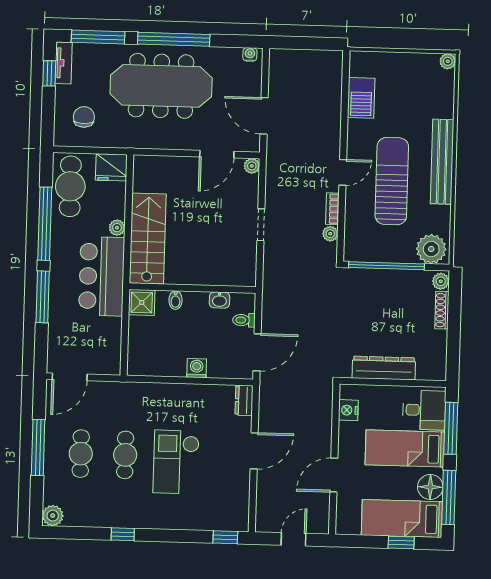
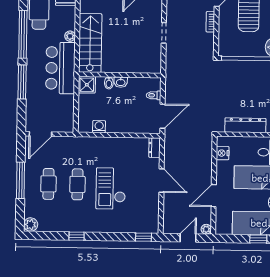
plant: (330, 234) -> (206, 229), moved
washbasin: (219, 300) -> (121, 82), moved
washing machine: (197, 368) -> (99, 127), moved
door: (254, 451) -> (161, 181), hinge flipped

